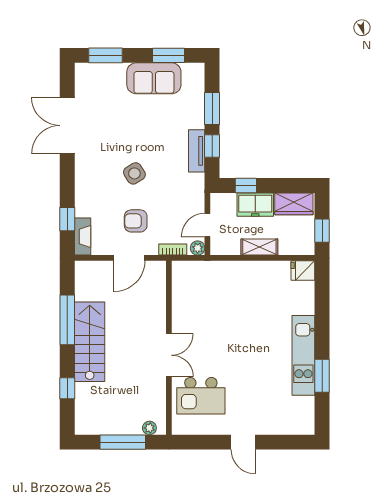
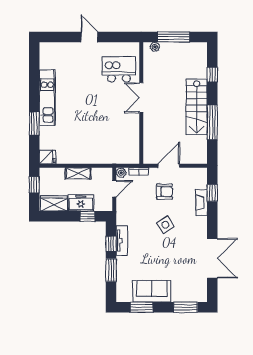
fireplace: (83, 236) -> (202, 203), moved
window: (322, 376) -> (34, 124), moved

